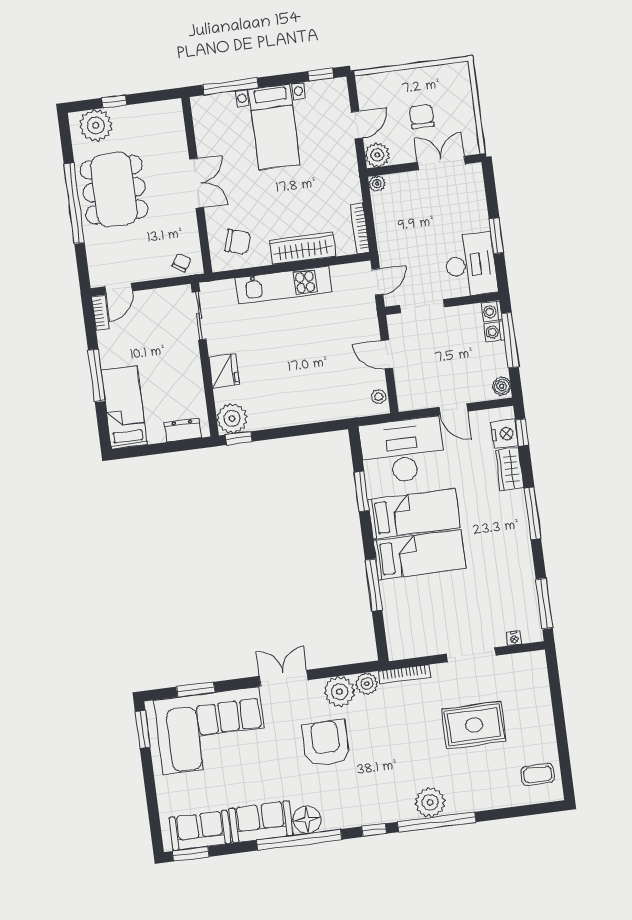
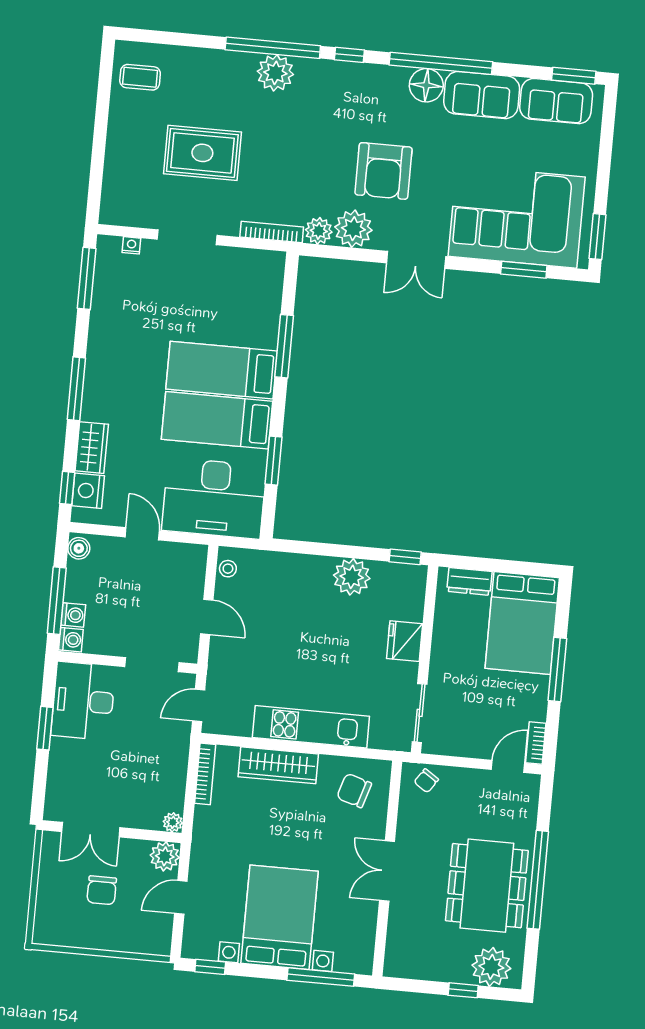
bed with nightstands: (274, 127) -> (279, 917), width x1.36
bed: (124, 407) -> (522, 623), width x1.50
plant: (232, 418) -> (352, 577), moved

